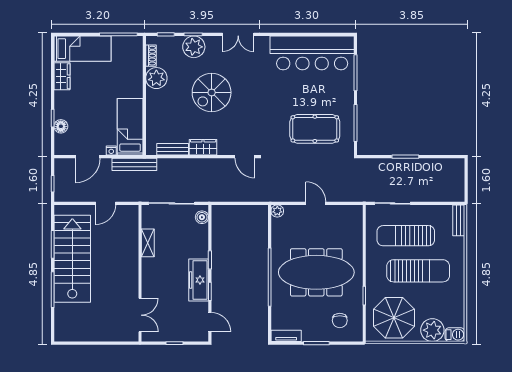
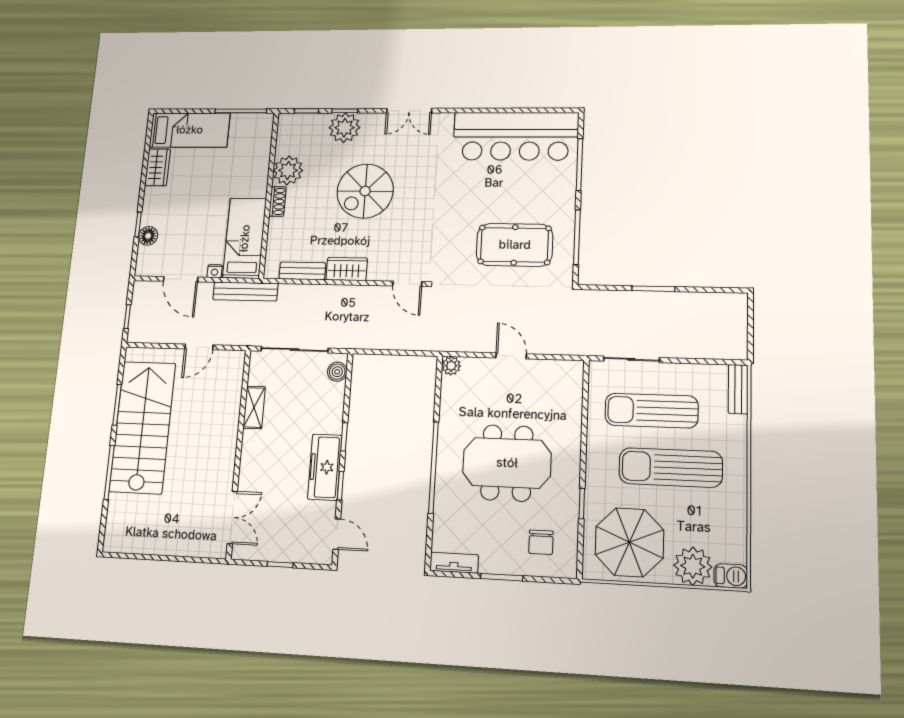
shoe rack: (151, 56) -> (278, 201), moved
door: (88, 157) -> (181, 279), hinge flipped
sun lounger: (418, 271) -> (671, 467), turned 180
meeting table: (316, 272) -> (507, 463), width x0.73

